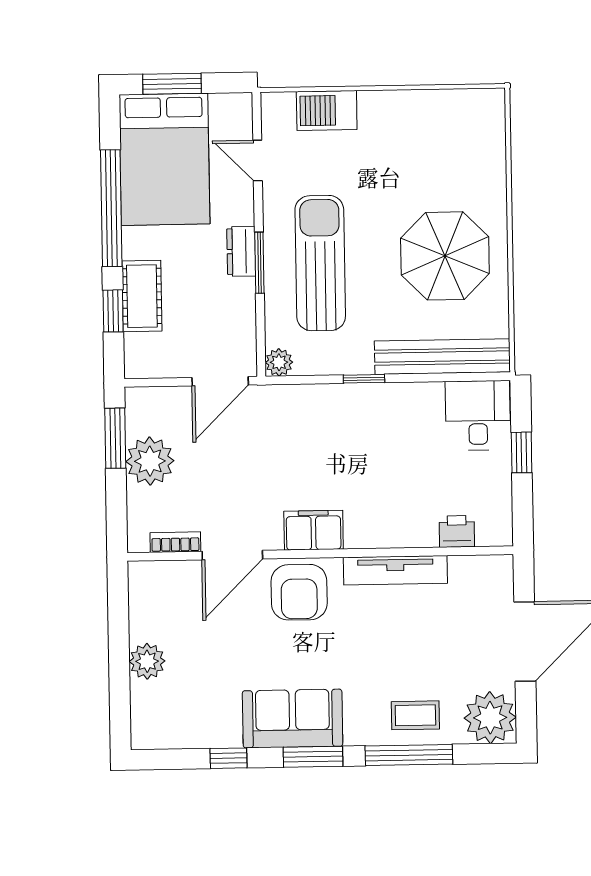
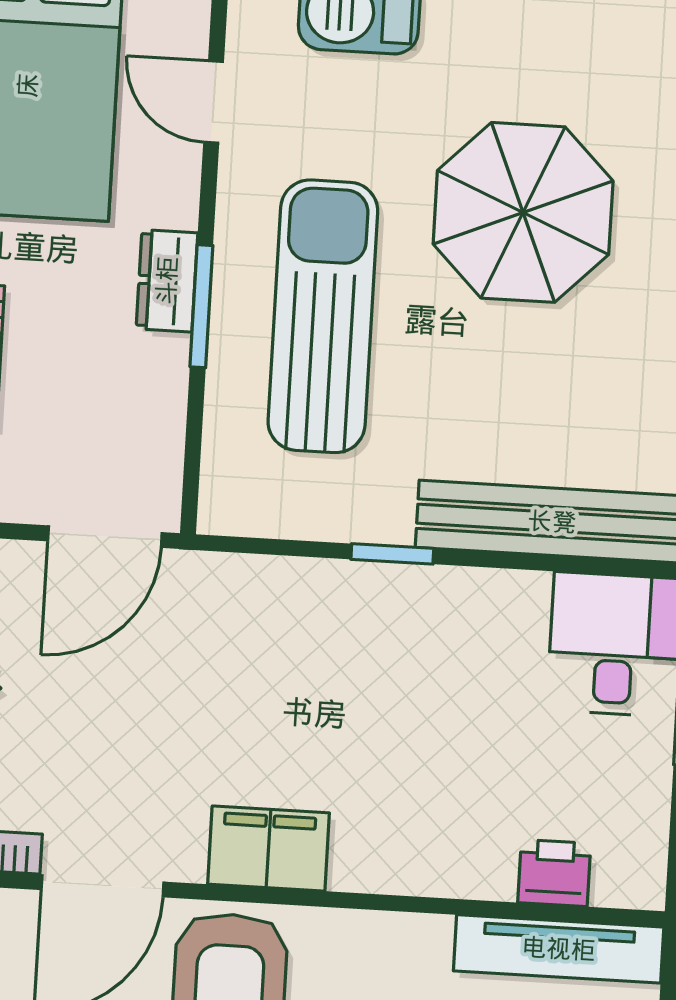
parasol: (445, 256) -> (523, 212), moved
plant: (279, 362) -> (225, 508), removed
tv unit: (395, 570) -> (559, 949), moved

